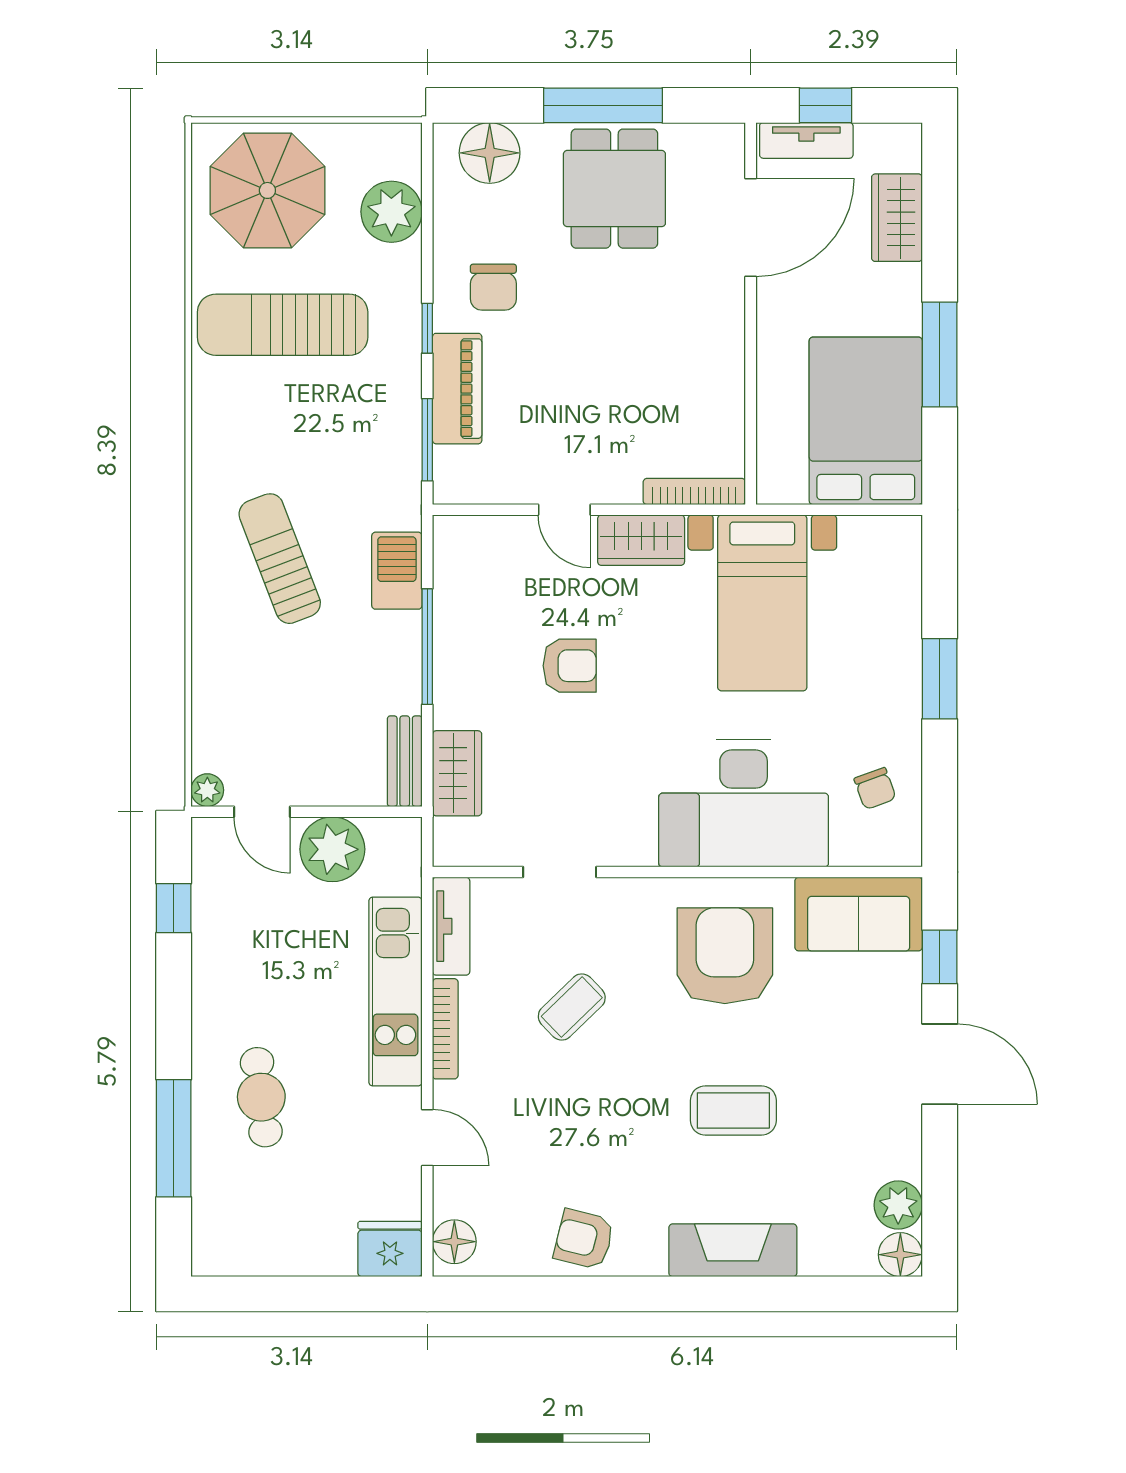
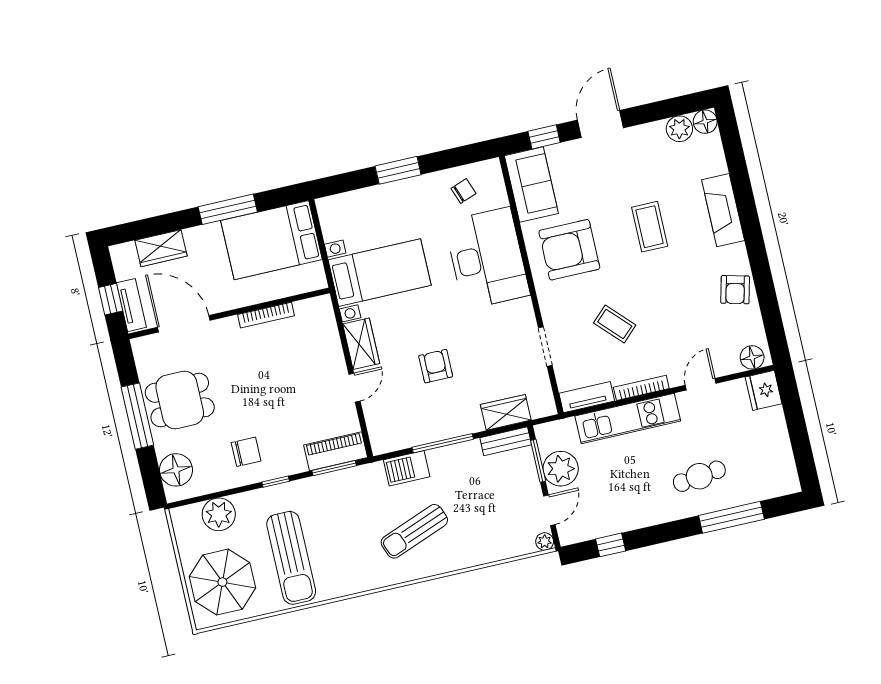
piano: (457, 389) -> (336, 451), moved
bookcase: (694, 492) -> (266, 315), moved, turned -90
window: (356, 812) -> (538, 461), added

